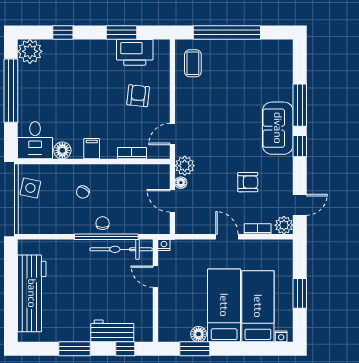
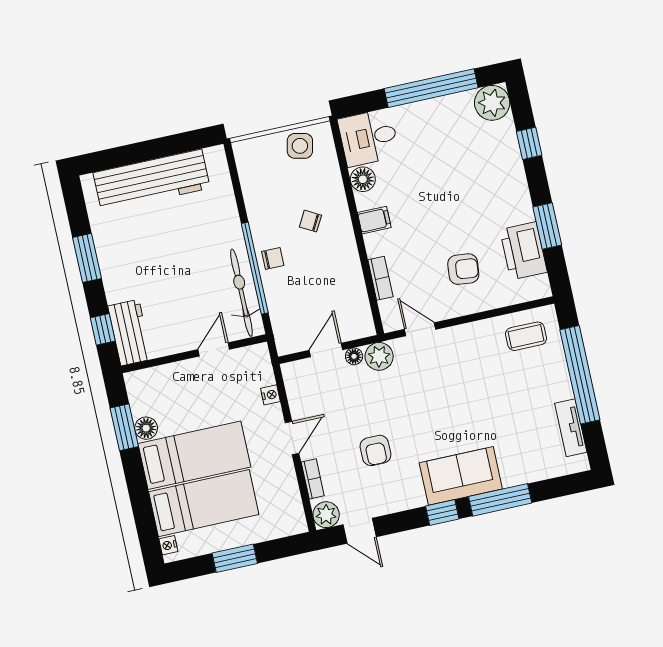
tv unit: (261, 47) -> (571, 428), added
nightstand: (164, 245) -> (270, 395), moved
workbench: (112, 331) -> (130, 332), moved

